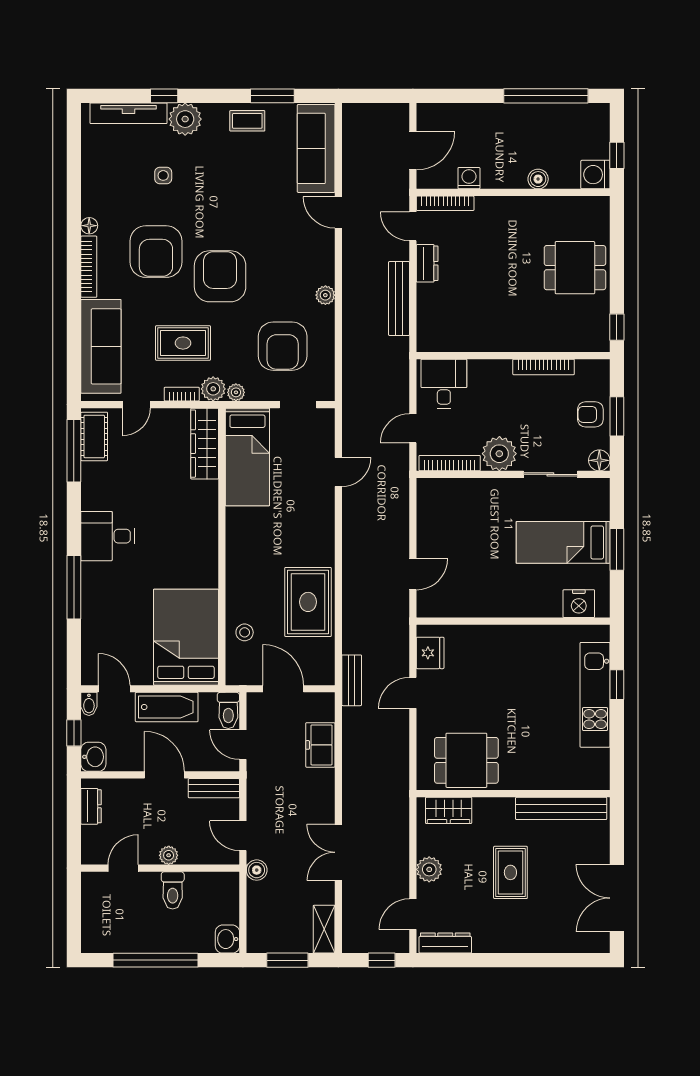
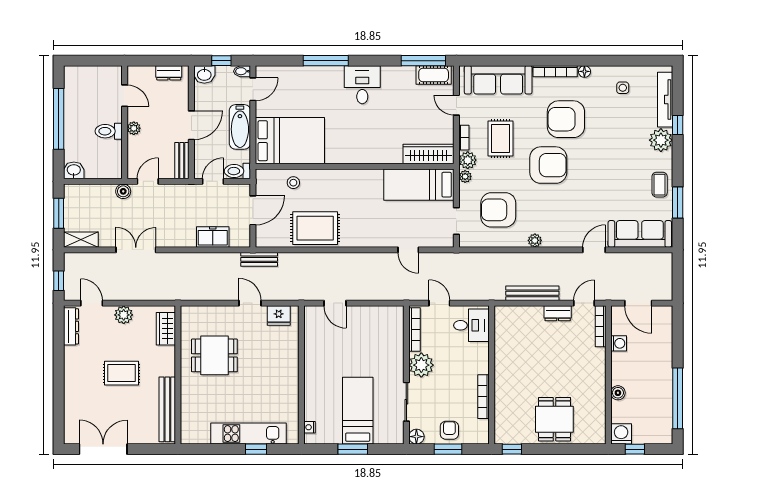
side table: (163, 175) -> (623, 88), moved
nightstand: (579, 604) -> (309, 427), width x0.53, depth x0.56
dining table: (466, 760) -> (214, 355), moved, turned 90

